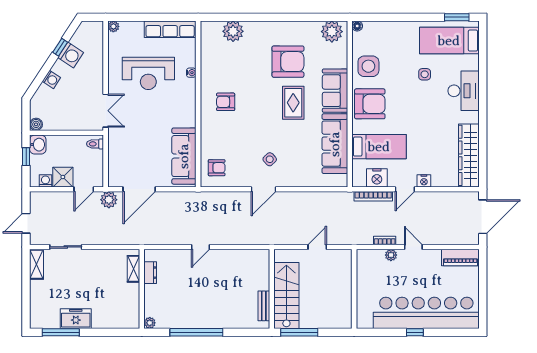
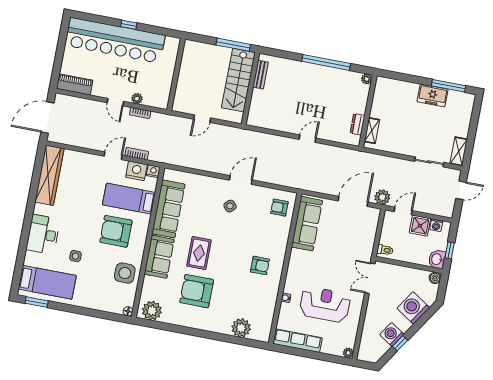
washing machine: (51, 79) -> (413, 308), width x1.89, depth x1.89
armchair: (370, 104) -> (116, 231), moved
nightstand: (424, 181) -> (153, 171), moved
bookcase: (373, 196) -> (137, 154), width x0.64

